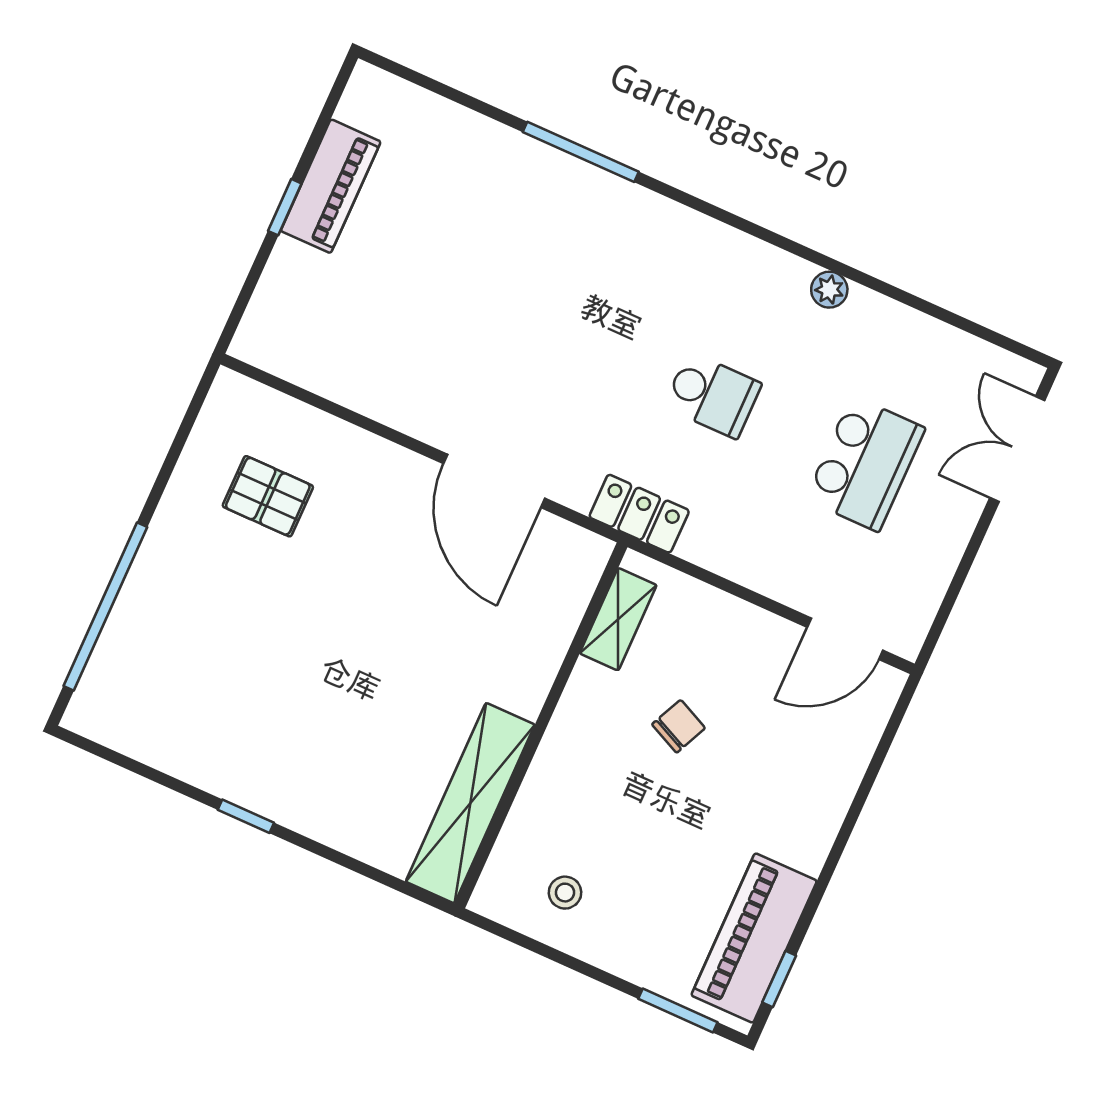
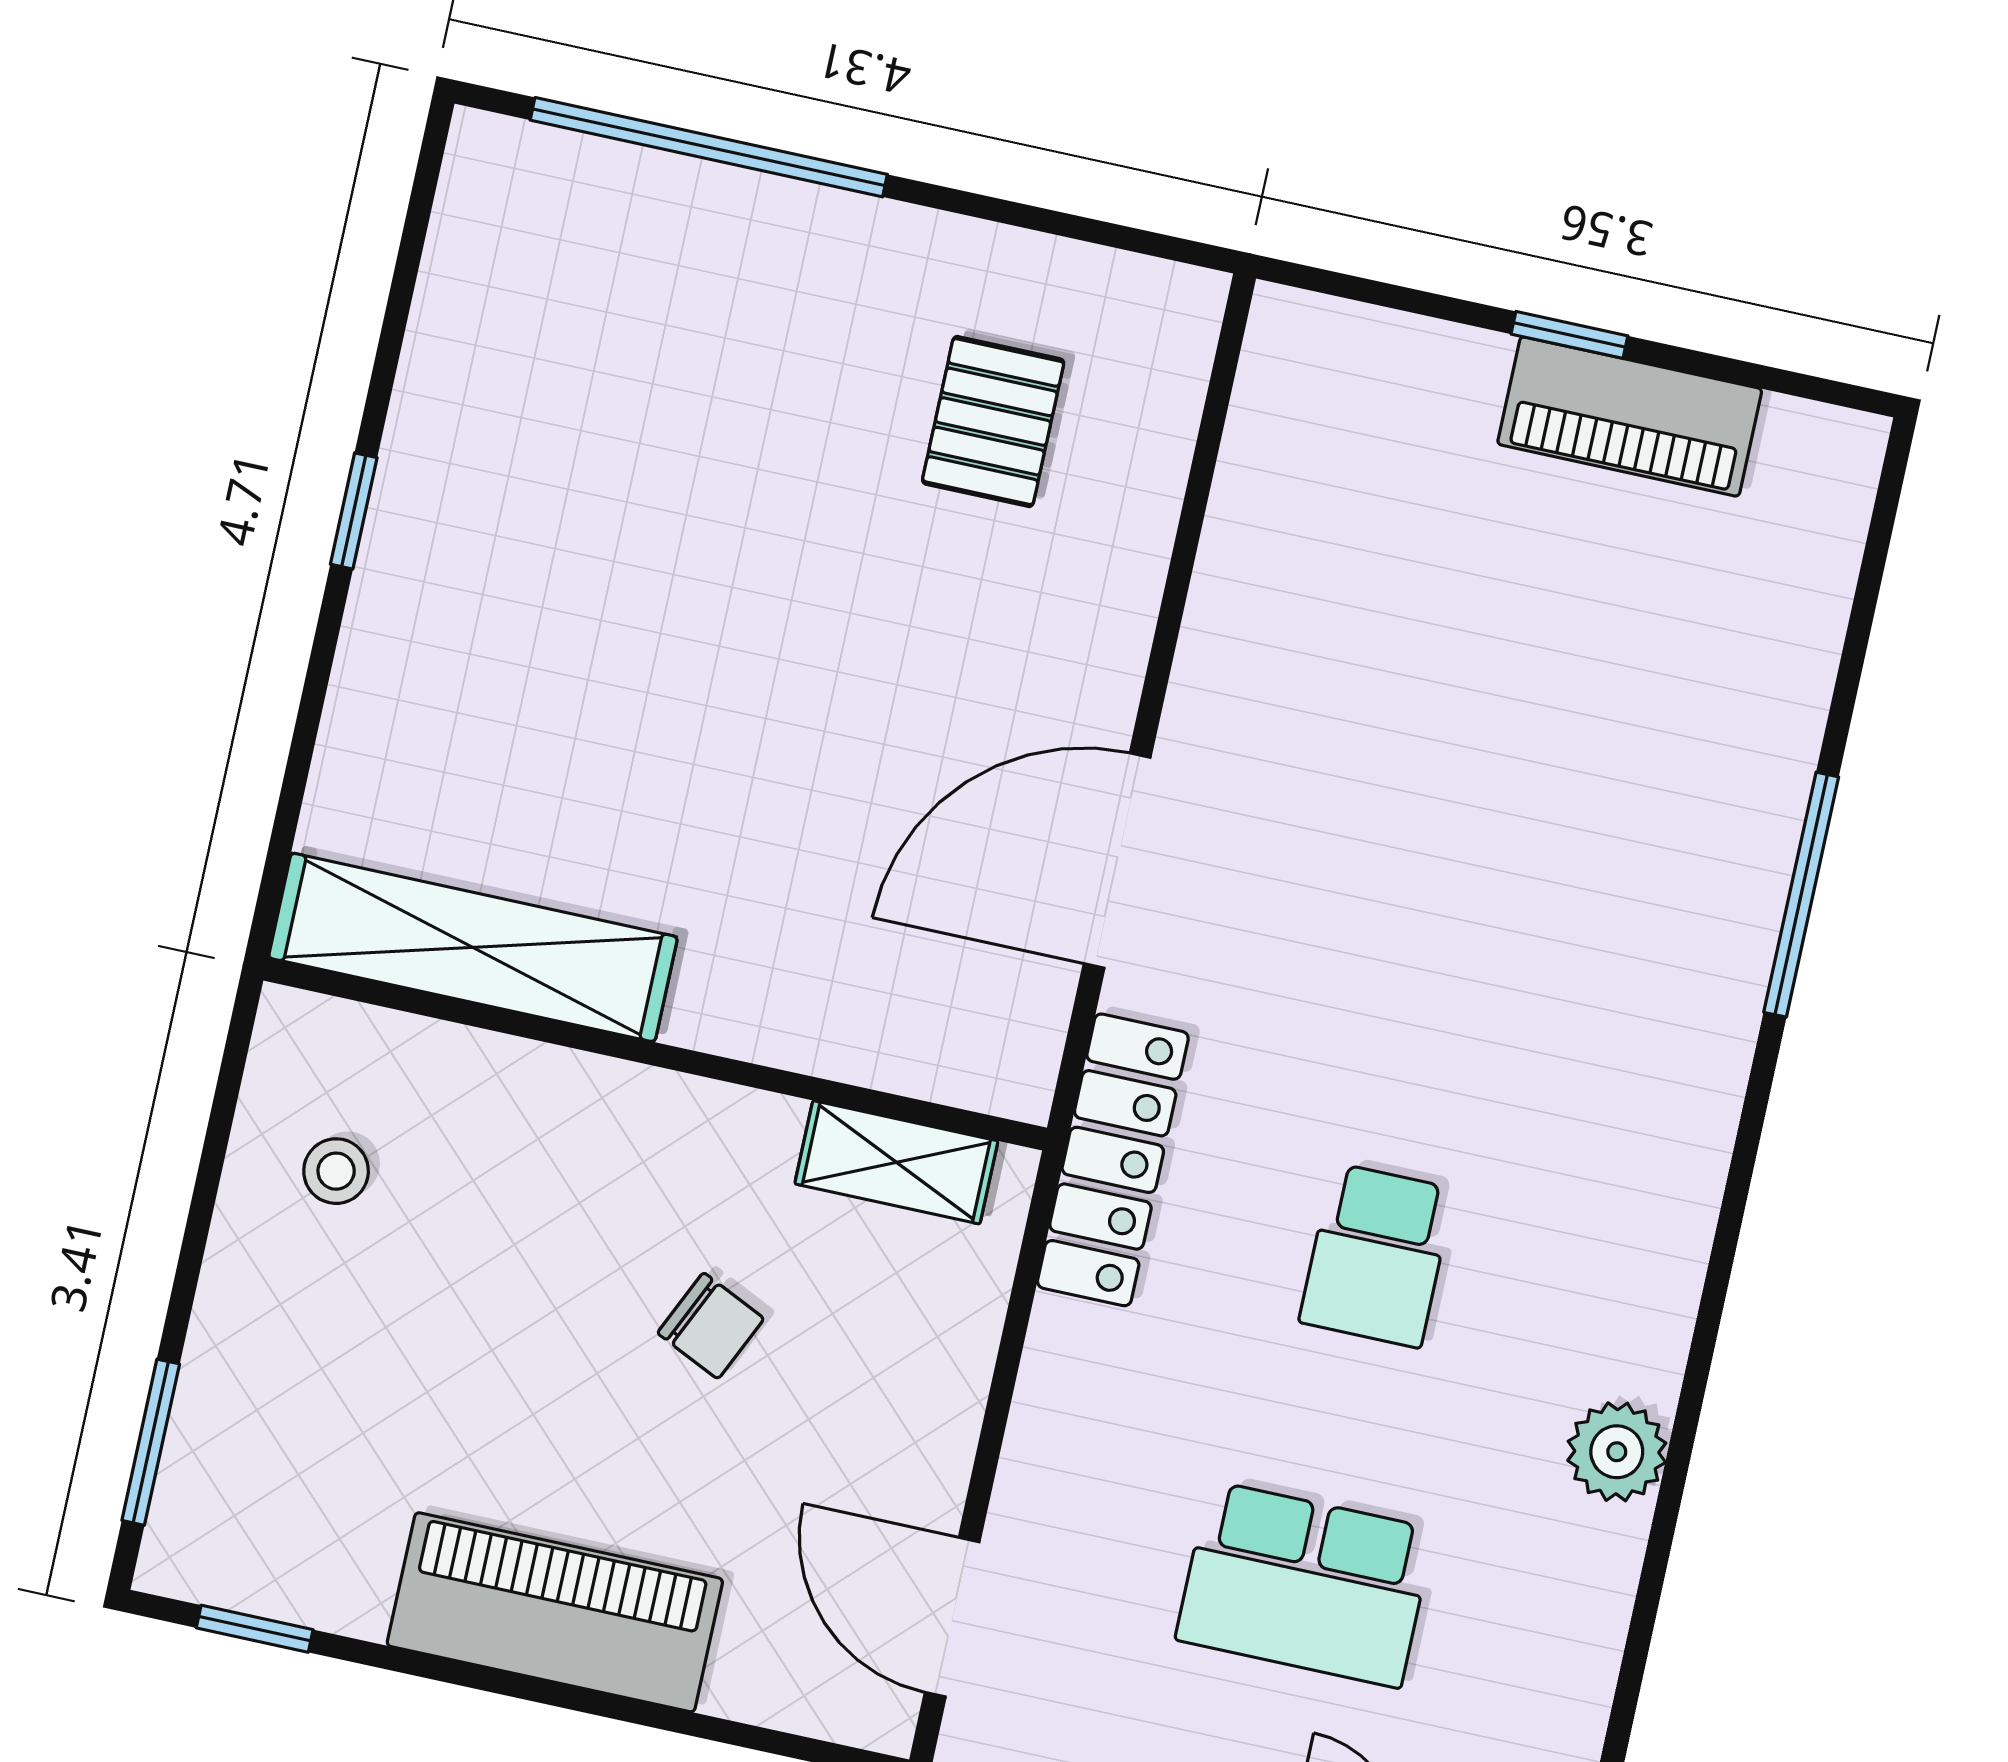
plant: (829, 290) -> (1617, 1452), width x1.38, depth x1.38
locker: (639, 514) -> (1113, 1160), width x1.53
piano: (754, 938) -> (555, 1612), moved

